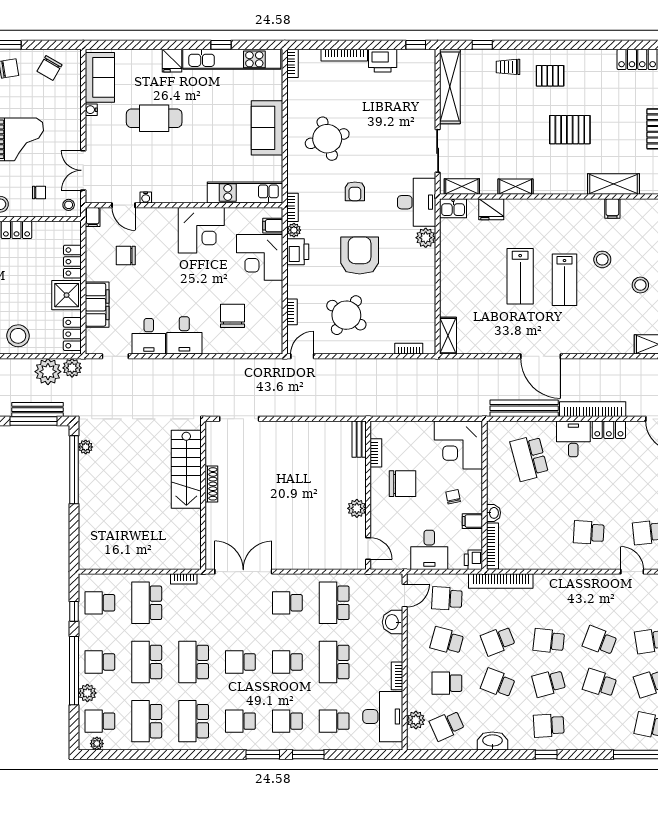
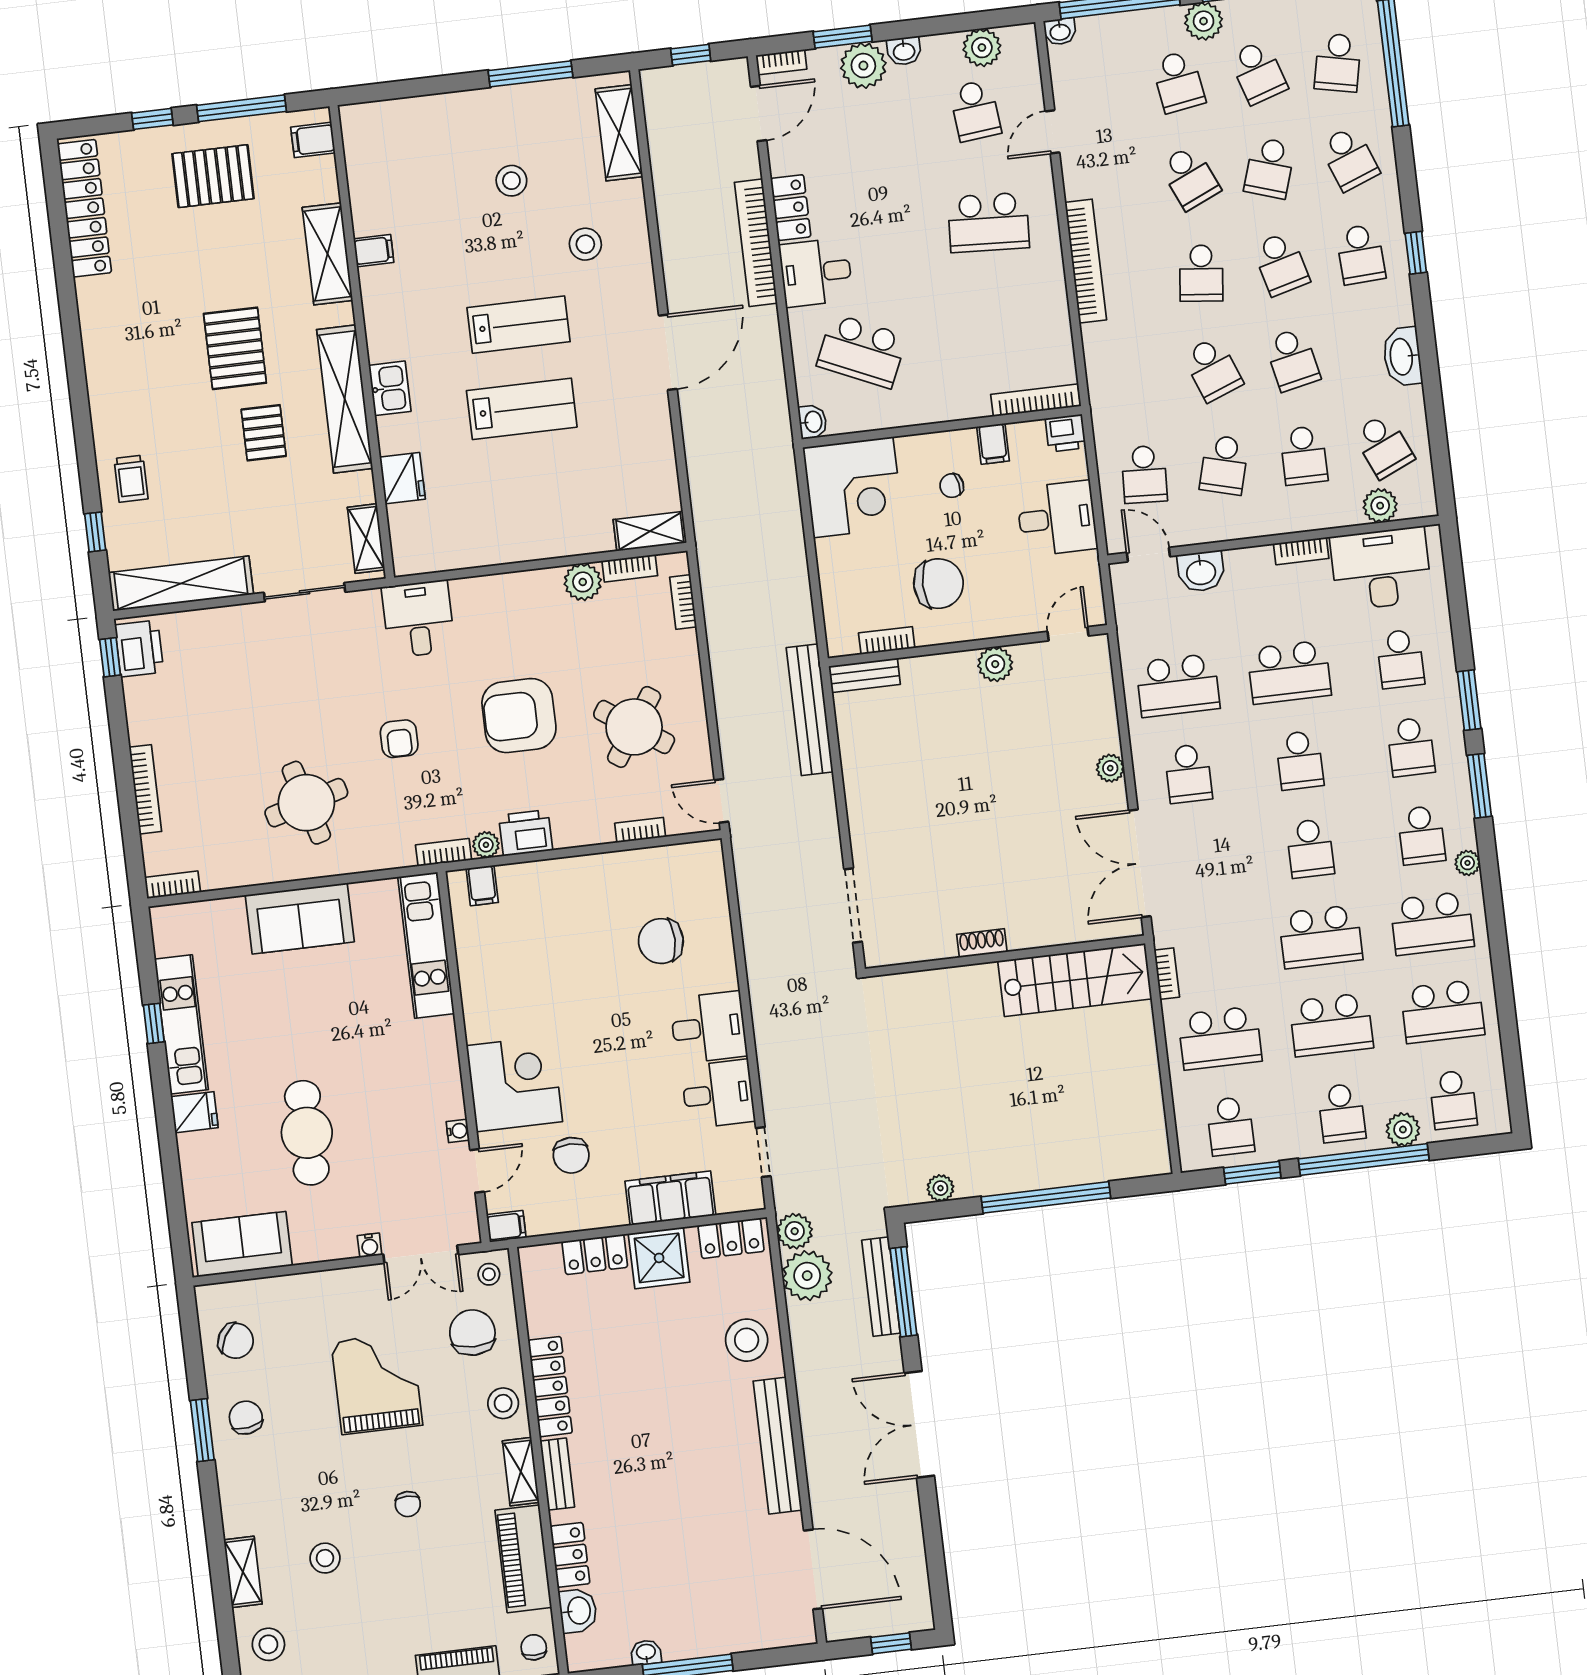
kitchen unit: (232, 59) -> (181, 1024), width x0.73
printer: (383, 61) -> (139, 649), moved
pallet: (550, 76) -> (264, 433), moved
water cooler: (91, 110) -> (370, 1245), moved
shelving: (516, 187) -> (345, 399), width x2.20, depth x1.33
armchair: (355, 191) -> (399, 739), turned 90
chair: (39, 193) -> (472, 1333), width x1.87, depth x1.87
desk: (417, 202) -> (418, 619), width x0.73
kitchen sink: (453, 208) -> (390, 388), moved
corner desk: (201, 230) -> (514, 1084), moved
plant: (426, 238) -> (583, 582), moved
corner desk: (260, 257) -> (545, 903), removed
stool: (602, 259) -> (585, 244), moved
bookcase: (430, 323) -> (630, 568), added
bench: (524, 408) -> (810, 710), moved
school desk: (529, 458) -> (862, 351), turned 39
stairs: (186, 469) -> (1075, 980), moved
window: (74, 470) -> (1046, 1197), moved
shoe rack: (211, 484) -> (982, 943), width x0.70
chair: (403, 484) -> (938, 584), turned 90
washbasin: (494, 513) -> (813, 422), moved, turned 90
school desk: (589, 532) -> (988, 222), width x1.85
plant: (295, 562) -> (1110, 768), added
bookcase: (501, 581) -> (1086, 261), moved
window: (74, 611) -> (1252, 1173), width x1.50
school desk: (600, 641) -> (1190, 177), turned -45
school desk: (498, 683) -> (1292, 360), turned -33
school desk: (600, 726) -> (1349, 158), added
plant: (97, 744) -> (1467, 863), moved

